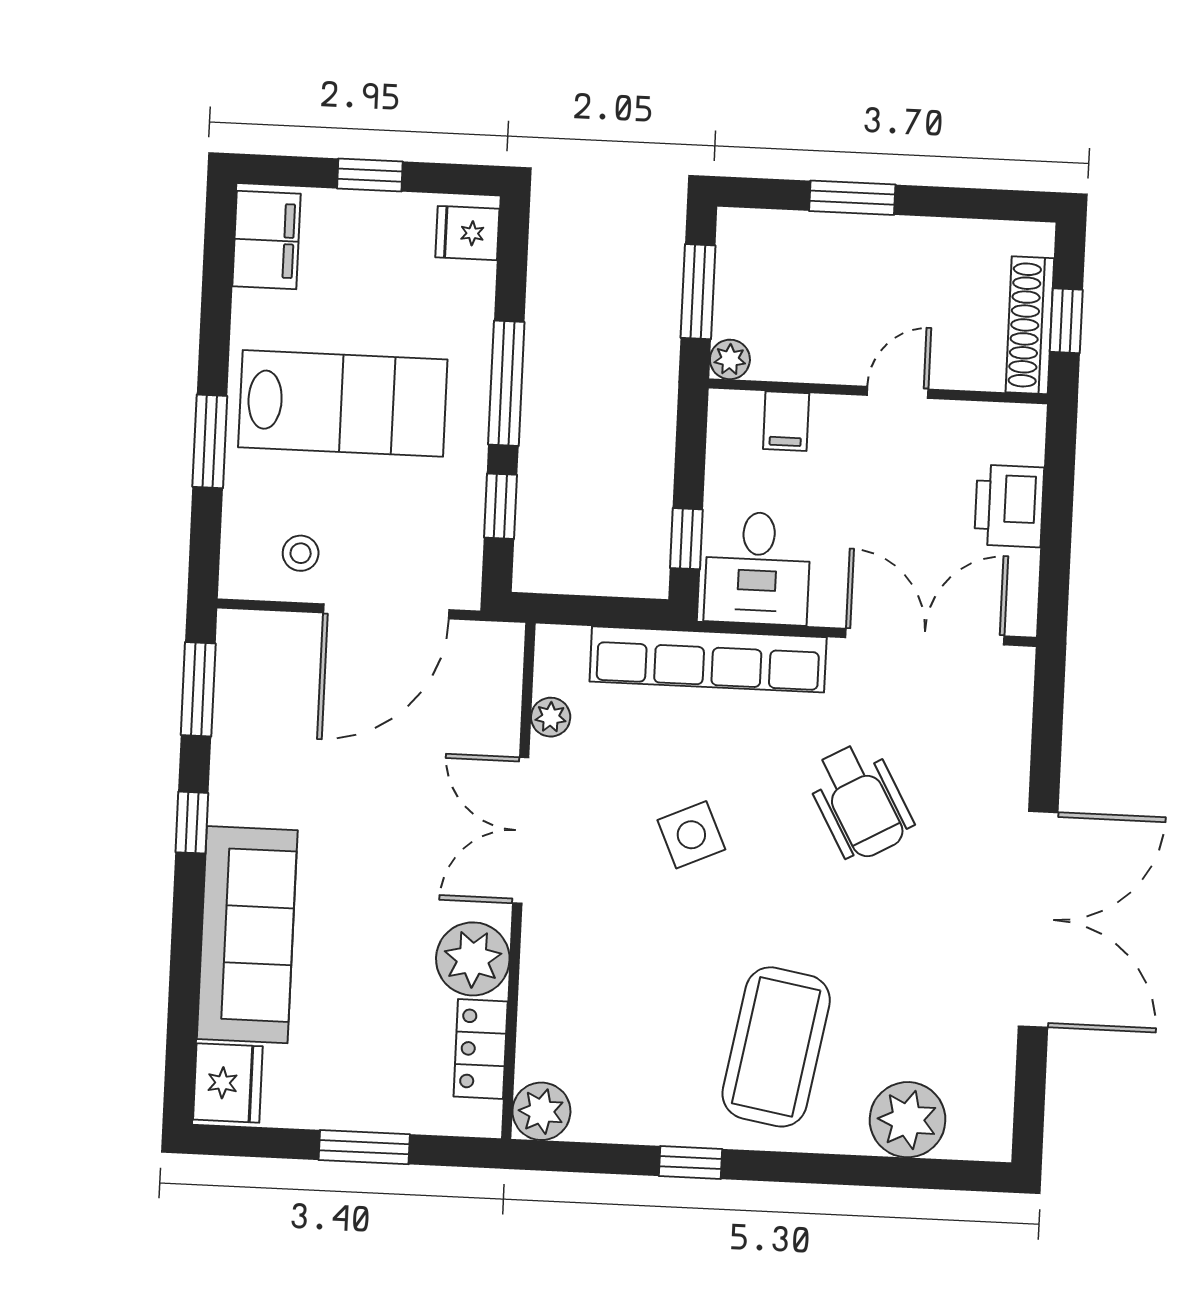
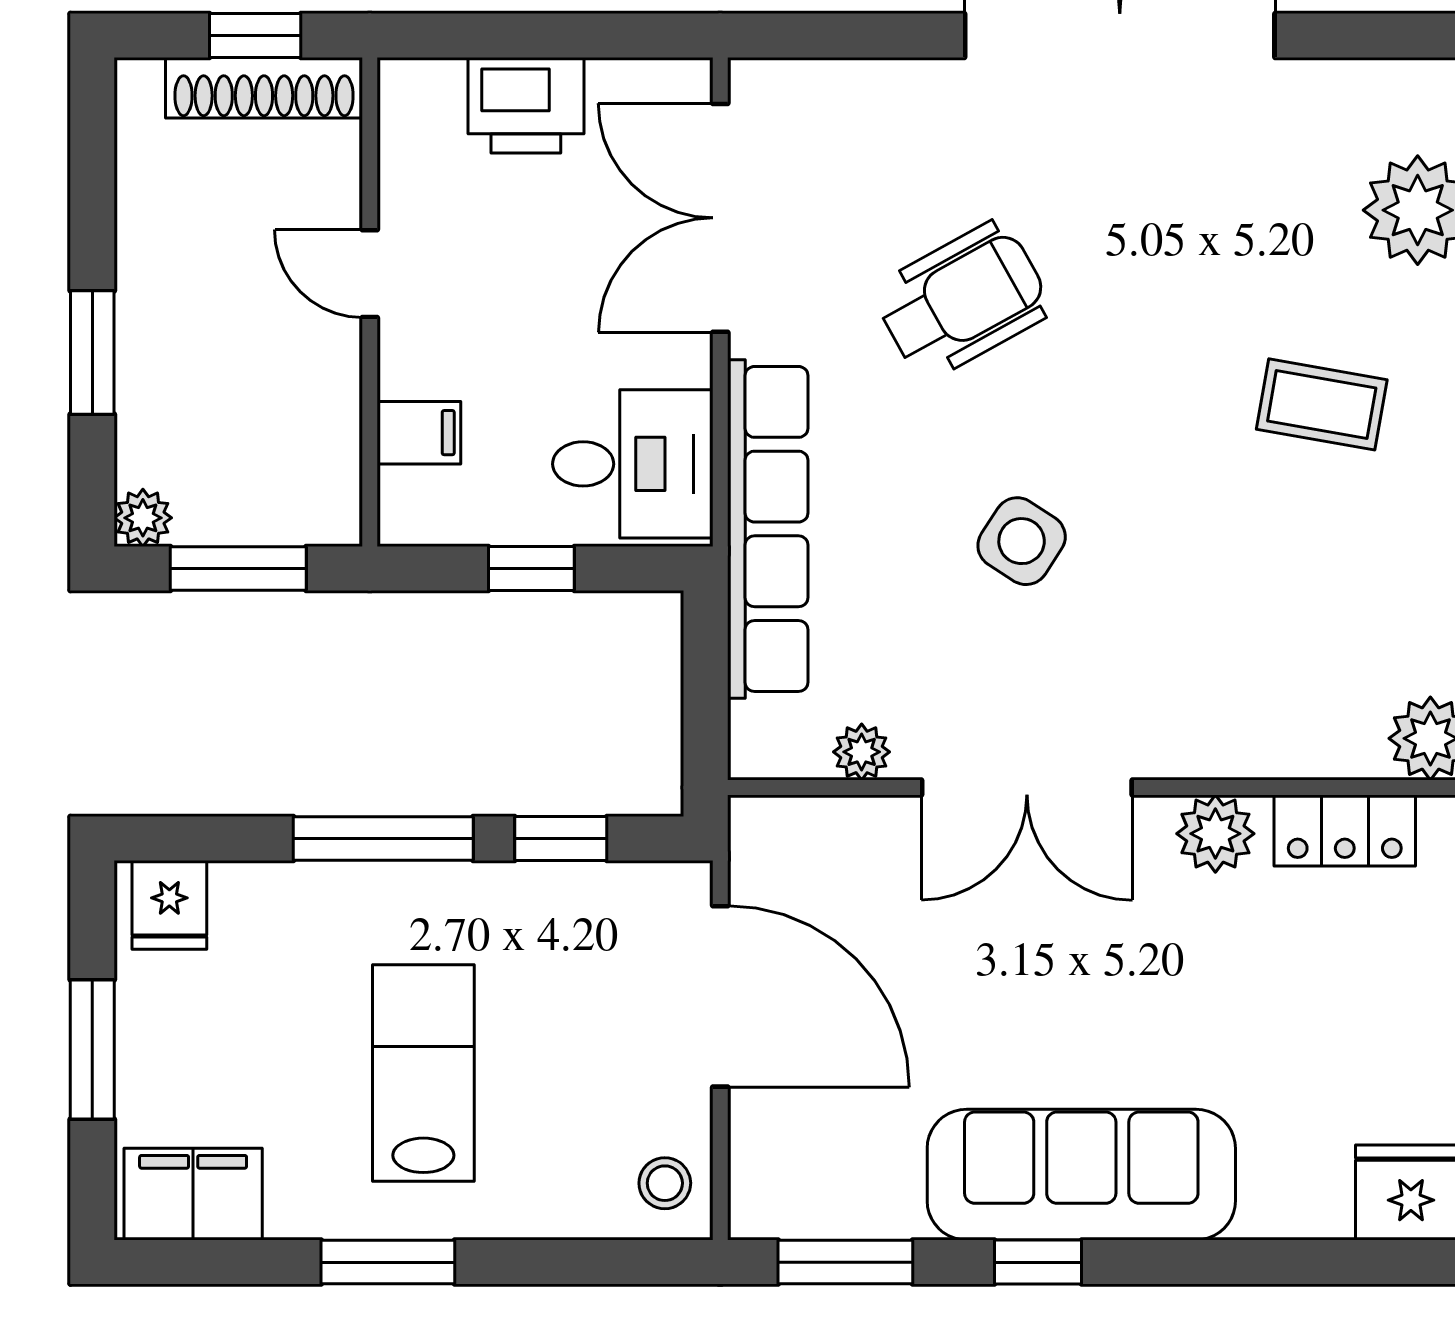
window: (370, 175) -> (92, 1049), width x1.50
plant: (730, 359) -> (143, 518), moved
lab bench: (343, 403) -> (423, 1073), width x0.73, depth x0.72
window: (210, 441) -> (388, 1262), moved
window: (686, 539) -> (531, 568), moved
stool: (301, 553) -> (665, 1183), moved
side table: (691, 835) -> (1022, 541), turned -33
sofa: (247, 935) -> (1081, 1175), moved
plant: (473, 959) -> (1215, 834), width x0.73, depth x0.73
coffee table: (776, 1047) -> (1322, 404), width x0.54, depth x0.58

